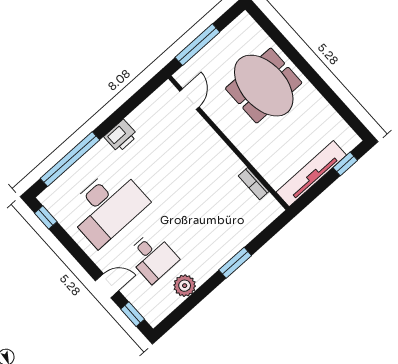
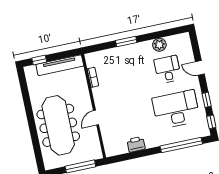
meeting table: (264, 86) -> (58, 125), width x1.36
door: (189, 99) -> (96, 118), moved
printer: (121, 136) -> (136, 144), moved
window: (133, 314) -> (207, 100), moved

